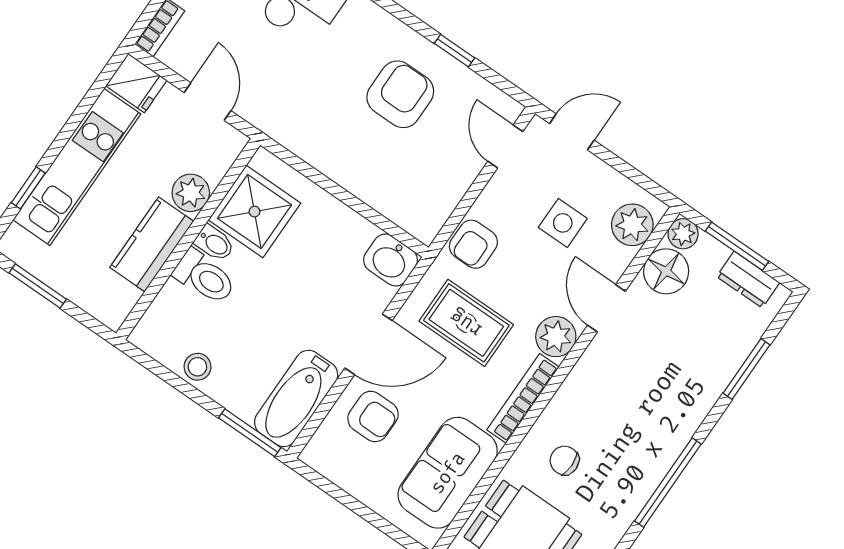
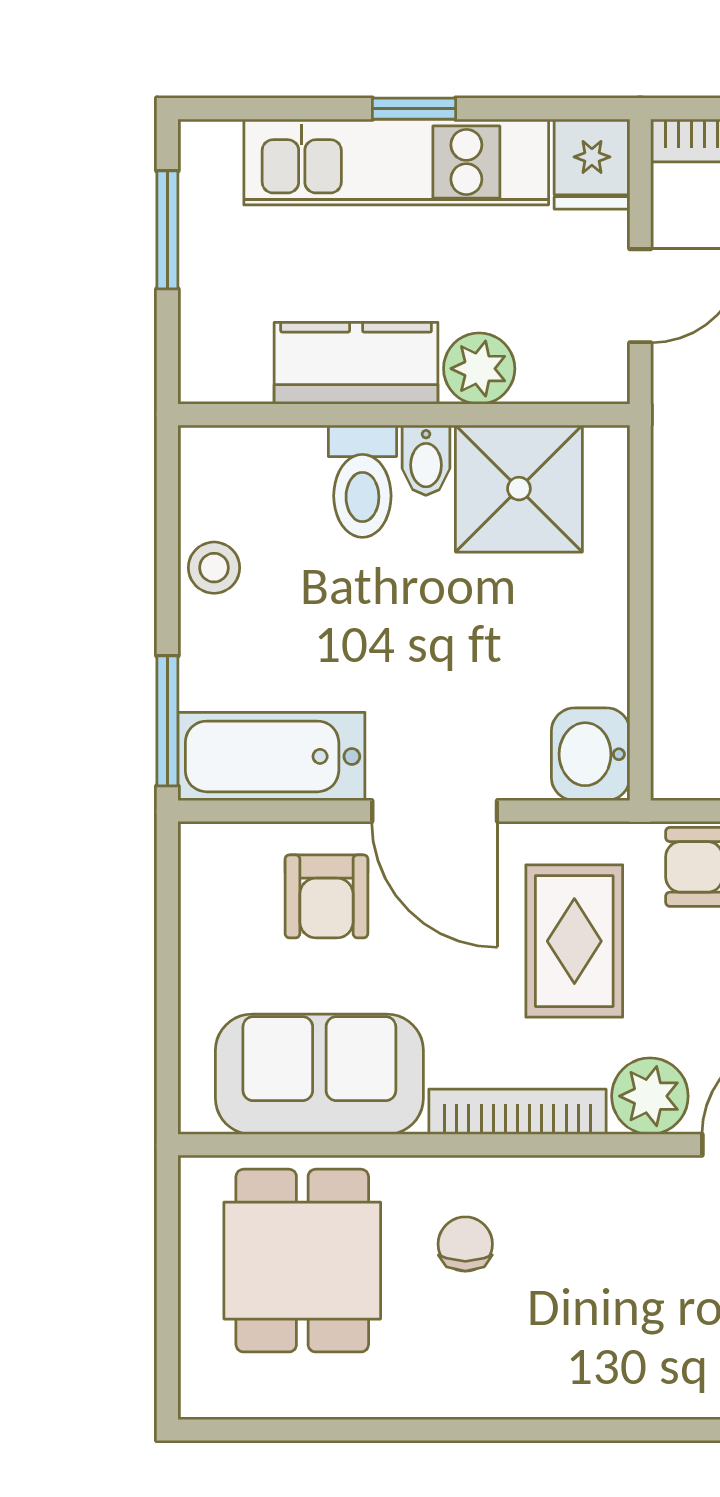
window: (28, 188) -> (414, 109), moved
window: (668, 483) -> (543, 1430), removed

